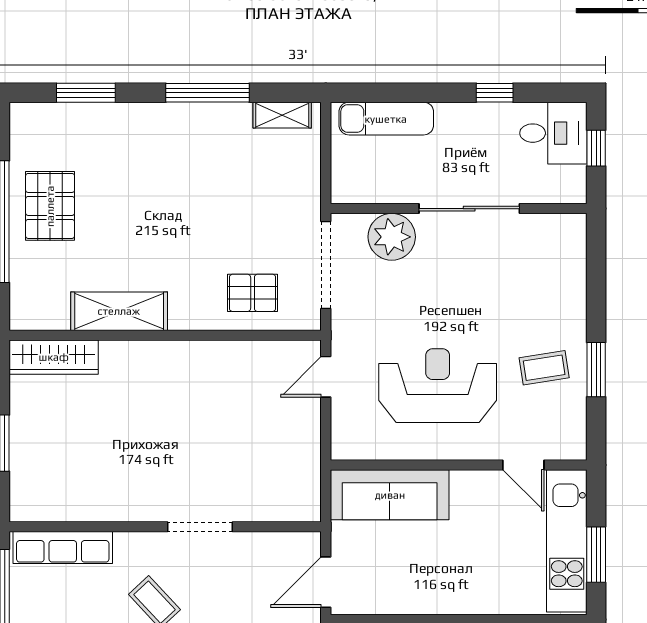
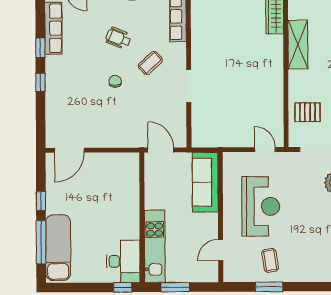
pallet: (253, 293) -> (308, 112), turned 90
kitchen unit: (567, 541) -> (155, 246), moved, turned 90

